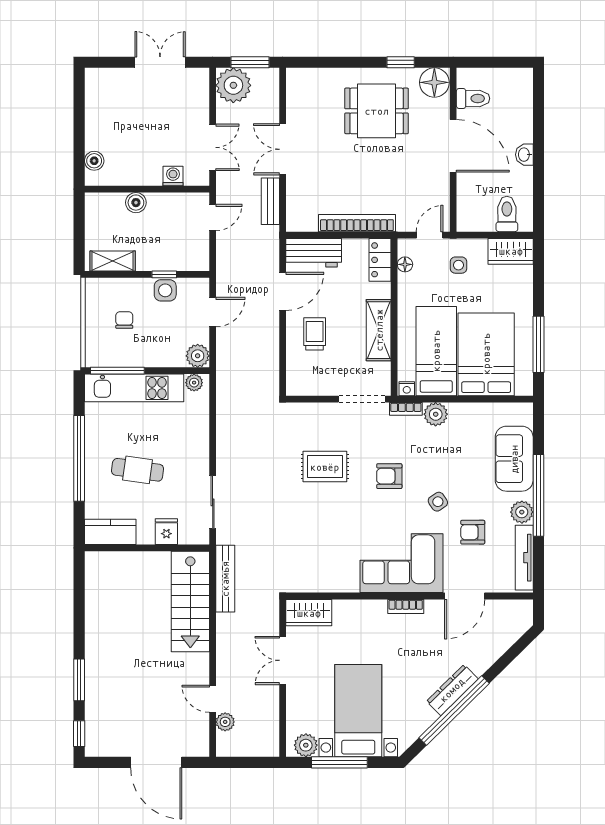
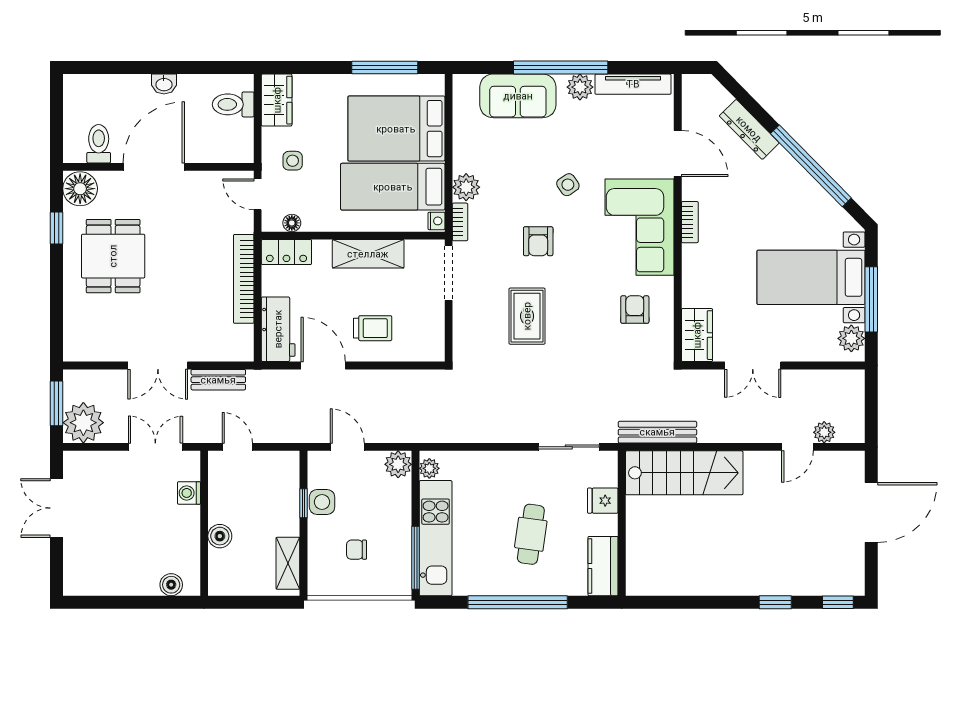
trolley: (315, 334) -> (373, 328), turned 180
armchair: (473, 532) -> (635, 310), moved, turned 180
window: (79, 680) -> (775, 602), width x0.67
dresser: (452, 690) -> (749, 129), moved

